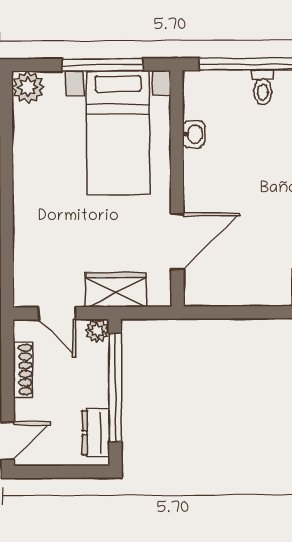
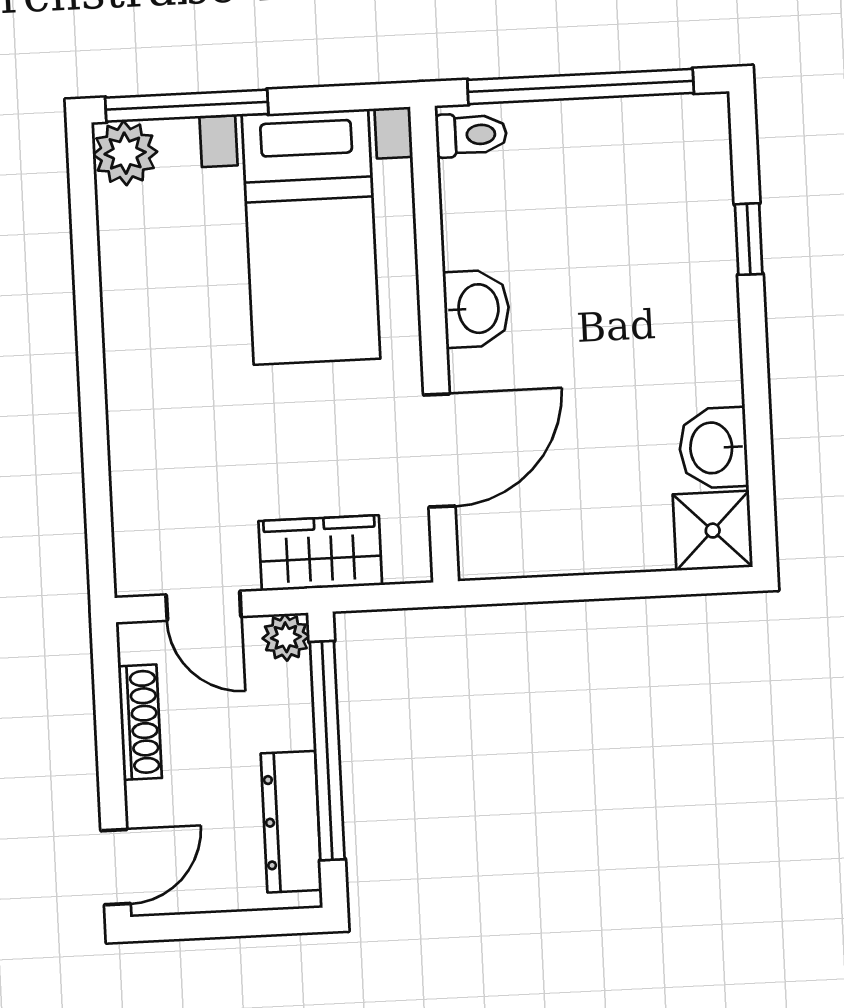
window: (102, 65) -> (187, 106), moved
toilet: (263, 87) -> (471, 135), moved, turned -90
washbasin: (194, 134) -> (477, 309), moved, width x1.38, depth x1.45
dresser: (96, 433) -> (291, 822), width x1.44

